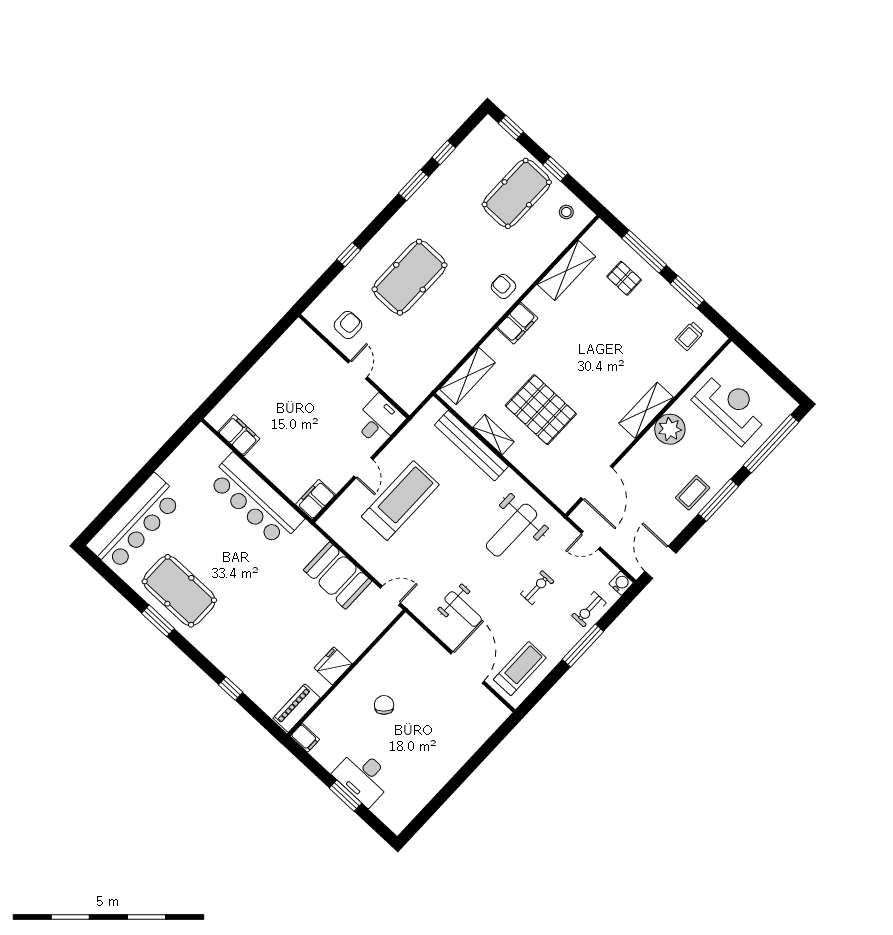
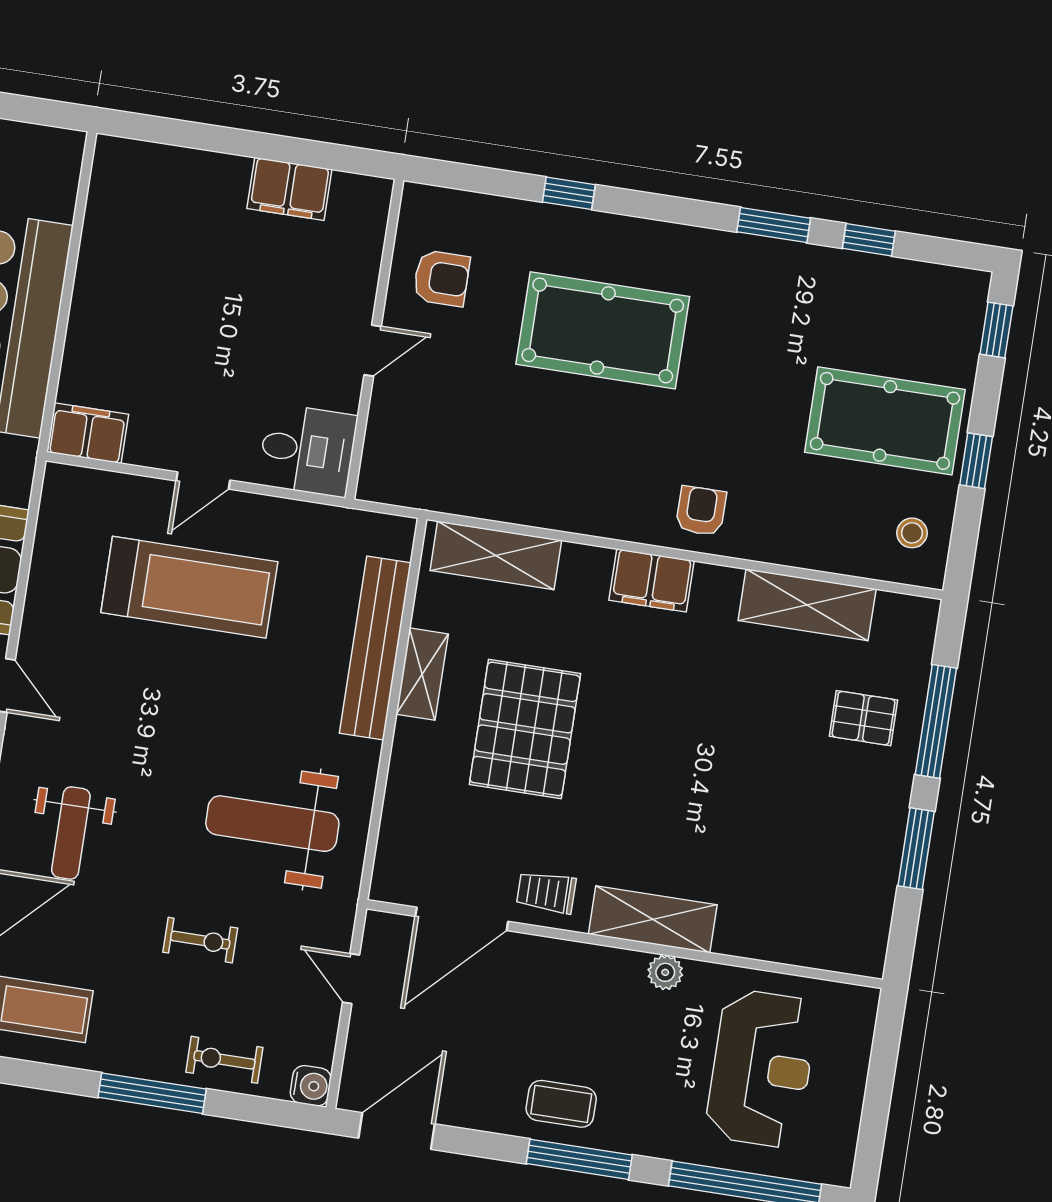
pallet: (624, 278) -> (863, 718), turned 90
trolley: (690, 336) -> (546, 892), moved
plant: (670, 429) -> (665, 972), width x0.53, depth x0.53
filing cabinet: (239, 435) -> (289, 189), moved, turned 90

